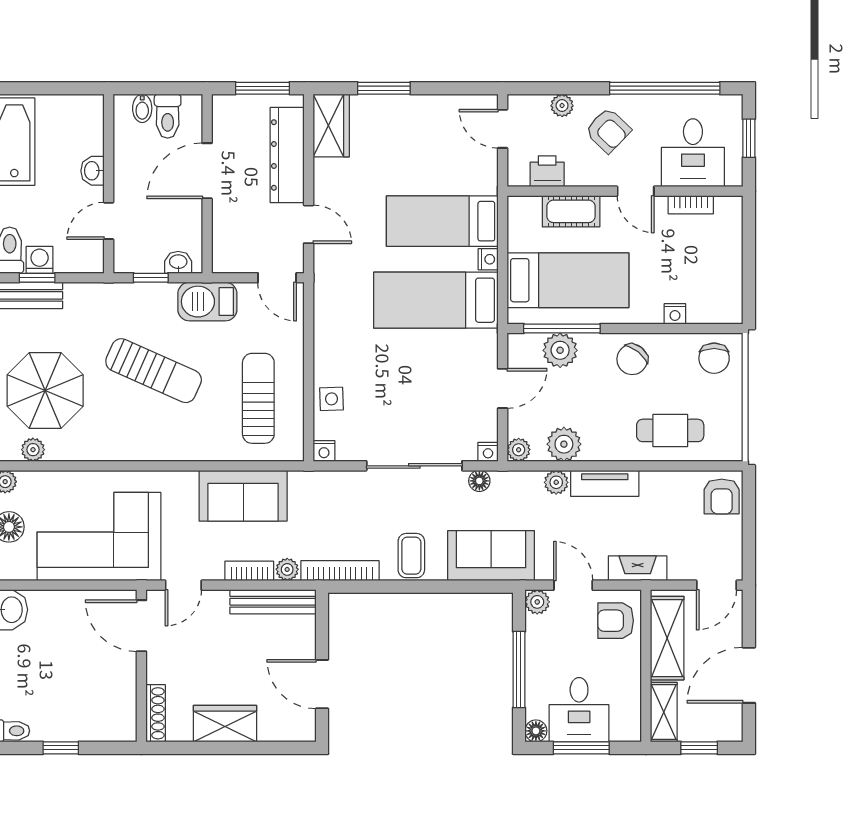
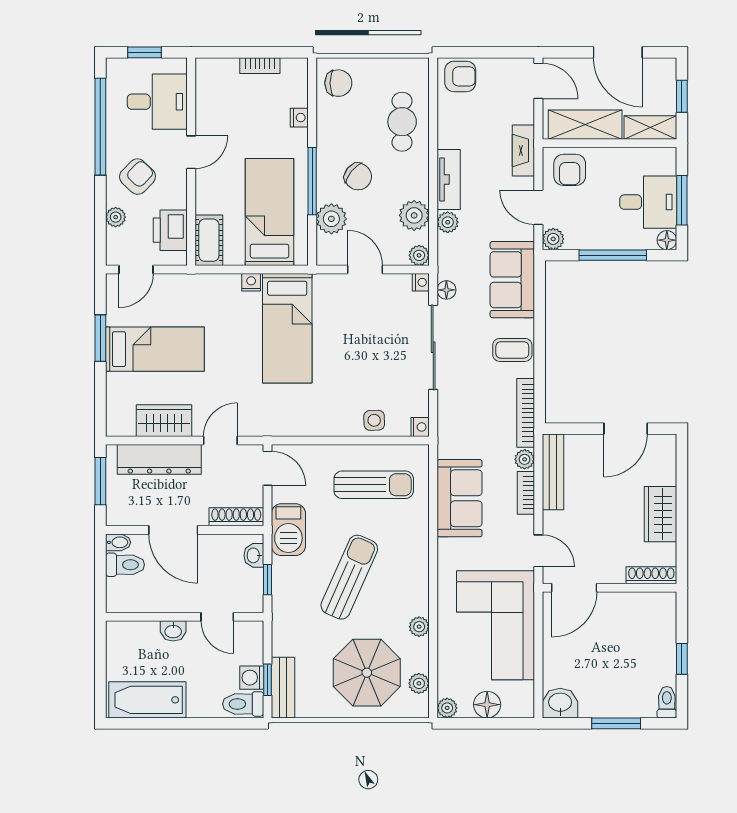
window: (384, 88) -> (100, 338), moved
bidet: (142, 108) -> (118, 542), moved
wardrobe: (331, 125) -> (164, 421), moved
printer: (547, 171) -> (170, 230), width x1.36, depth x1.24
bookcase: (691, 205) -> (260, 66), moved, turned 90
cot: (571, 211) -> (209, 240), moved
bed: (442, 221) -> (155, 349), moved, turned -90
shoe rack: (222, 242) -> (236, 517), added
door: (277, 278) -> (267, 468), hinge flipped
window: (562, 328) -> (312, 181), moved
chair: (632, 359) -> (358, 177), moved
sun lounger: (258, 398) -> (374, 485), turned 180
plant: (97, 450) -> (419, 627), added
door: (573, 585) -> (538, 207), hinge flipped

